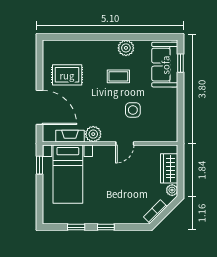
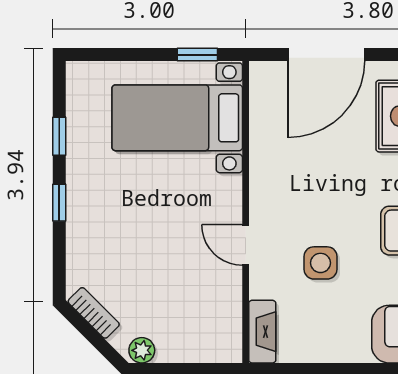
plant: (93, 134) -> (267, 174), removed
fireplace: (70, 136) -> (262, 332), moved
wardrobe: (169, 168) -> (190, 344), removed

